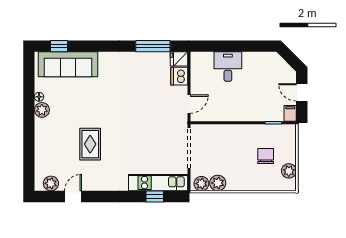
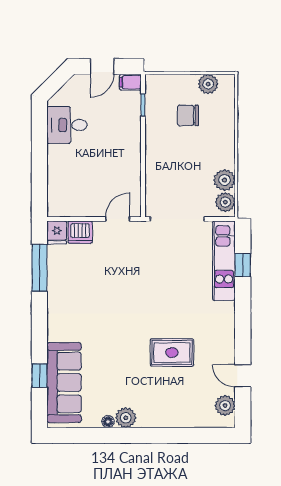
window: (59, 46) -> (39, 376), moved
desk: (228, 67) -> (67, 125), moved
door: (189, 104) -> (118, 219), hinge flipped

